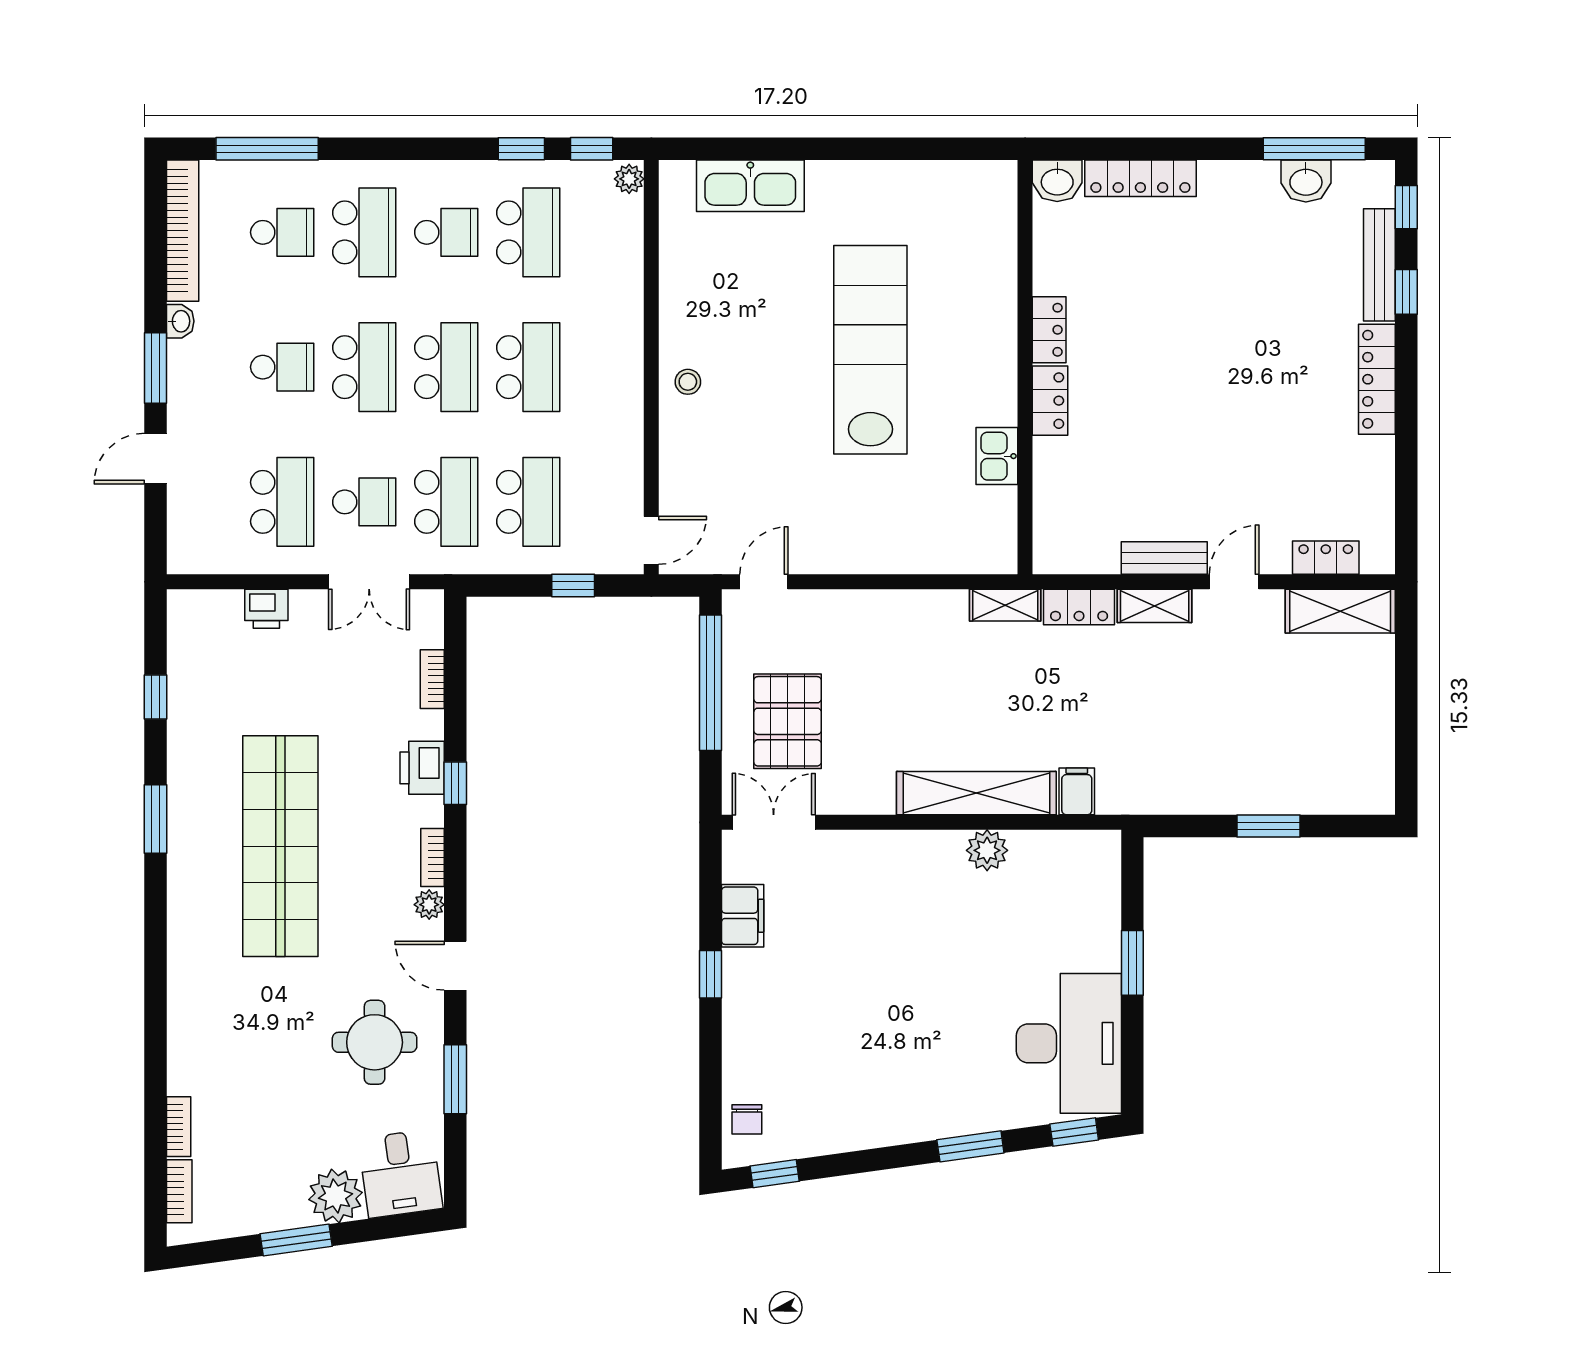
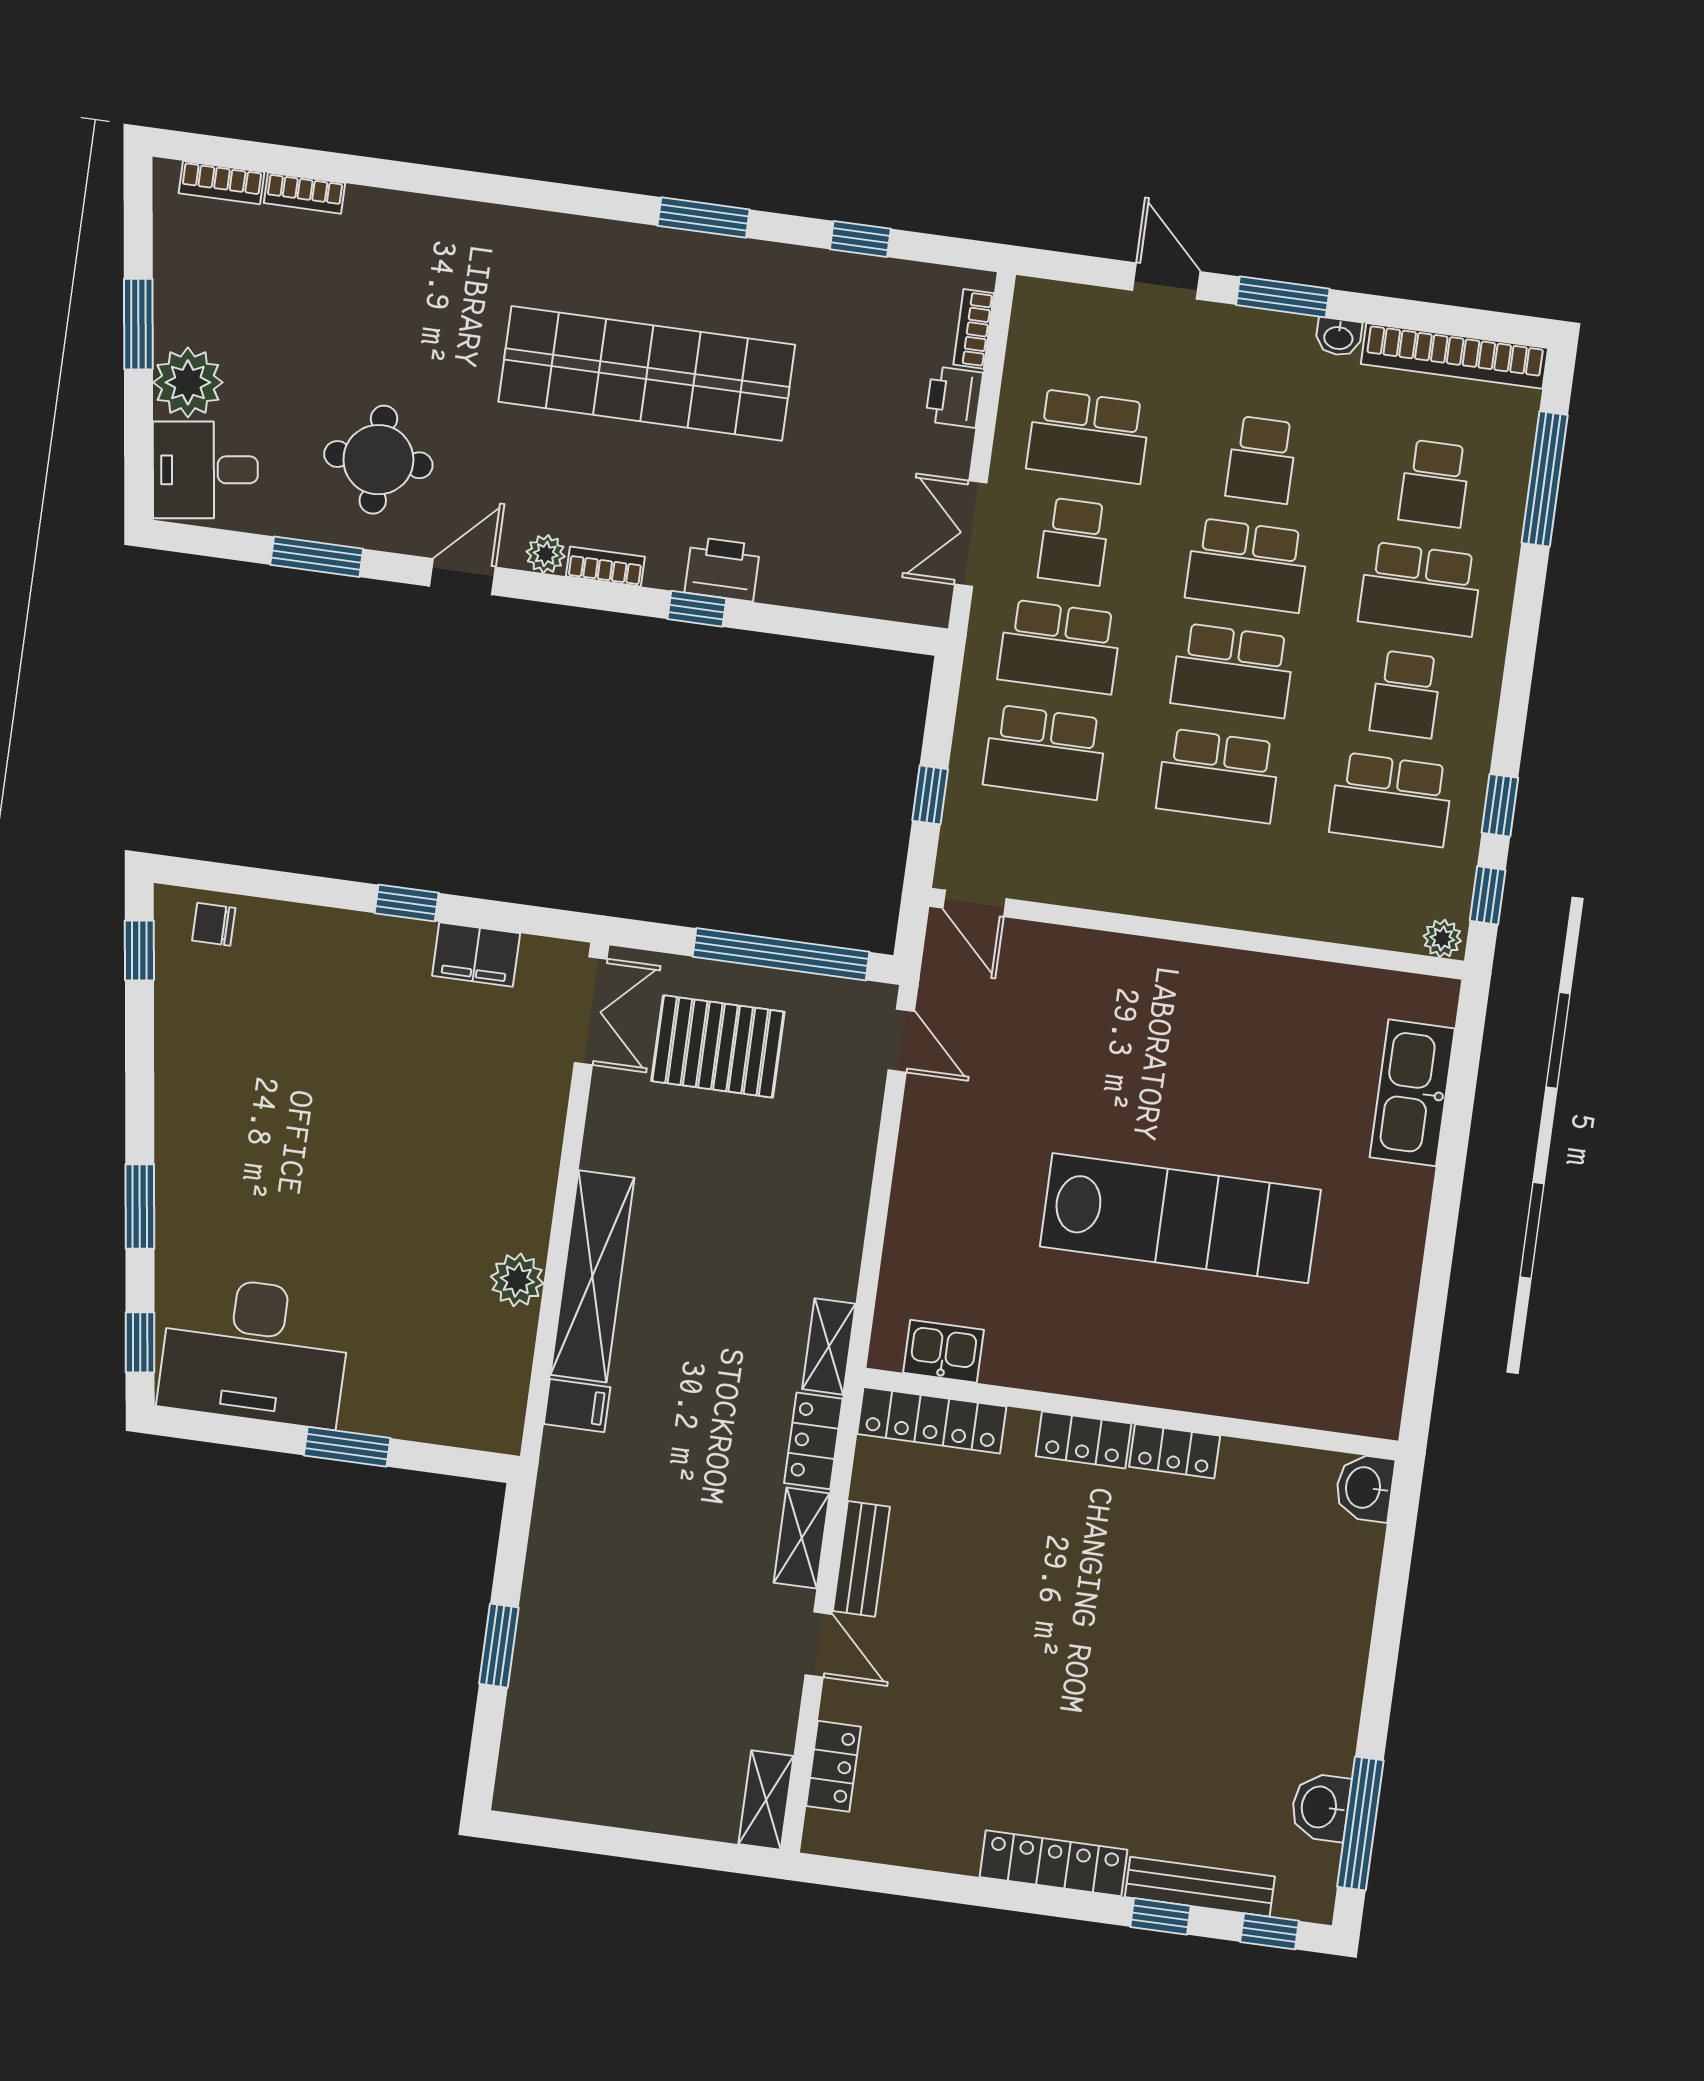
locker: (1140, 178) -> (932, 1420), moved, turned -90
stool: (688, 382) -> (1171, 978), removed
kitchen sink: (997, 456) -> (943, 1351), moved
shelving: (1340, 611) -> (766, 1800), width x0.67, depth x0.75
bookcase: (432, 679) -> (974, 329), moved, turned -90

